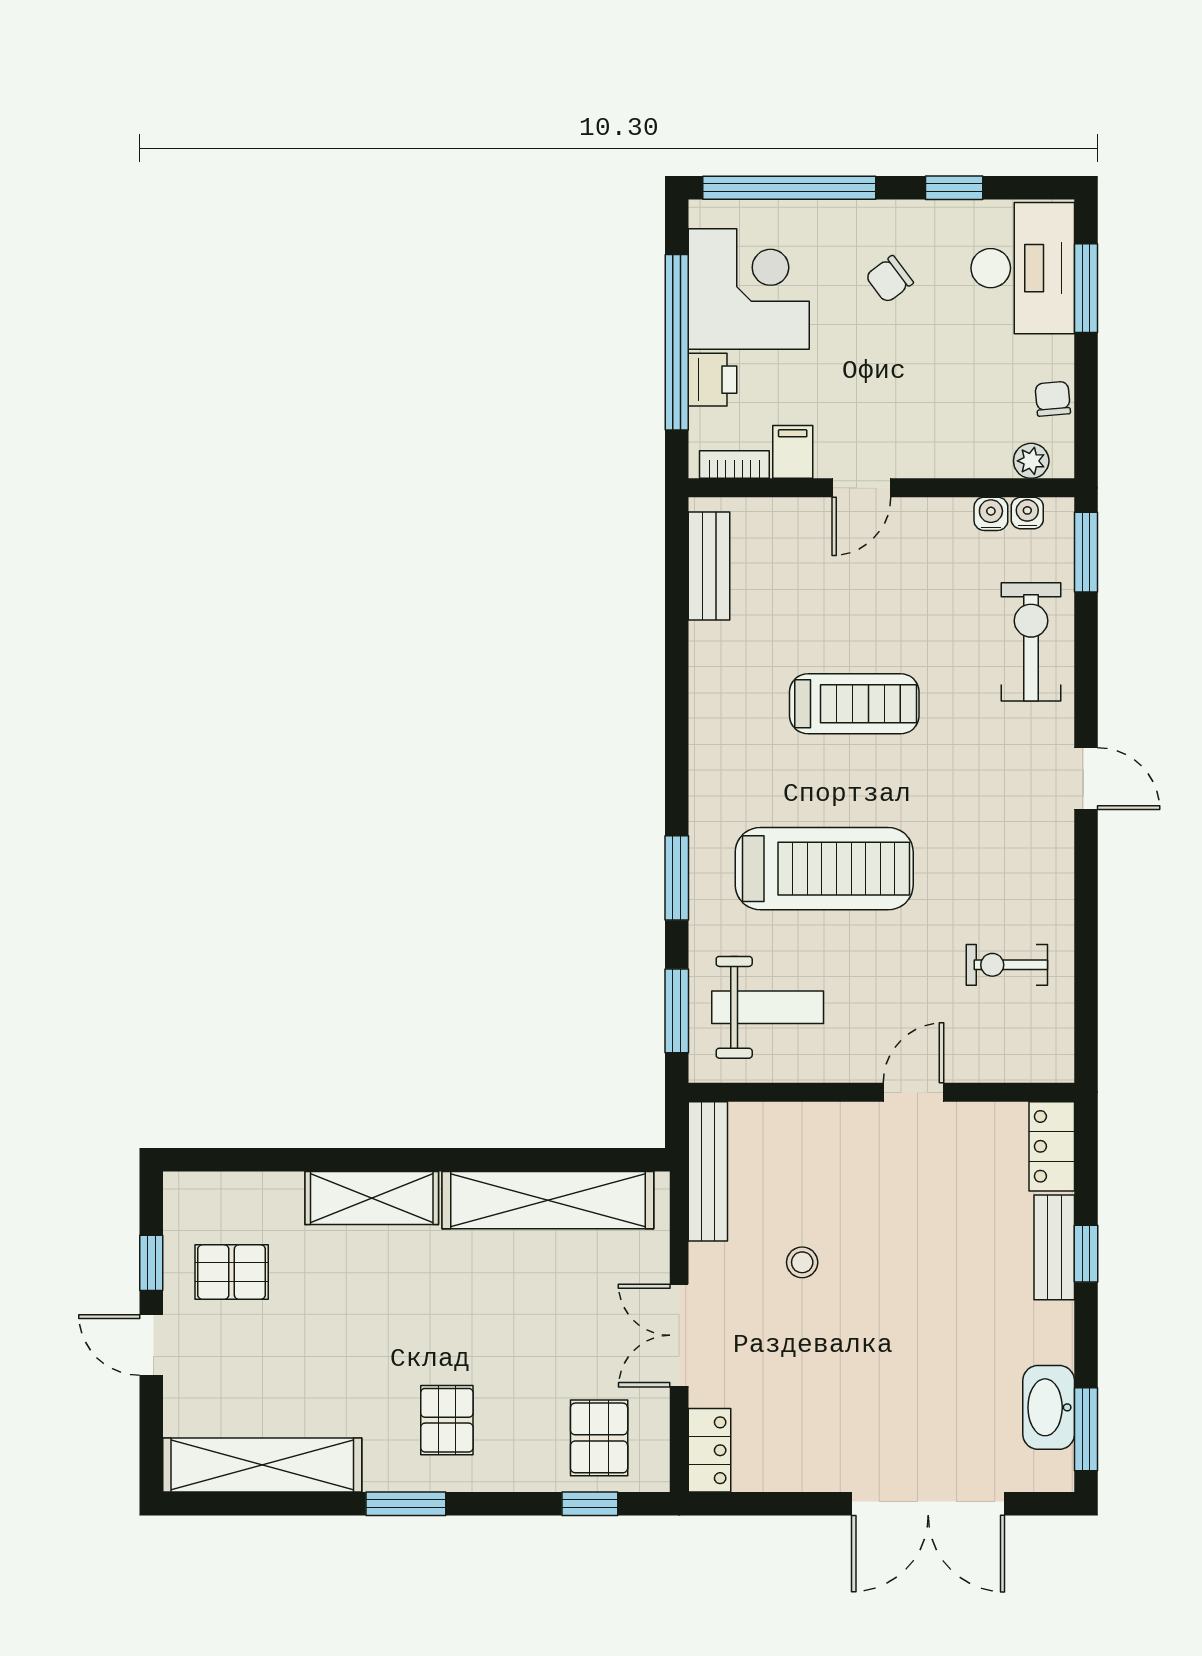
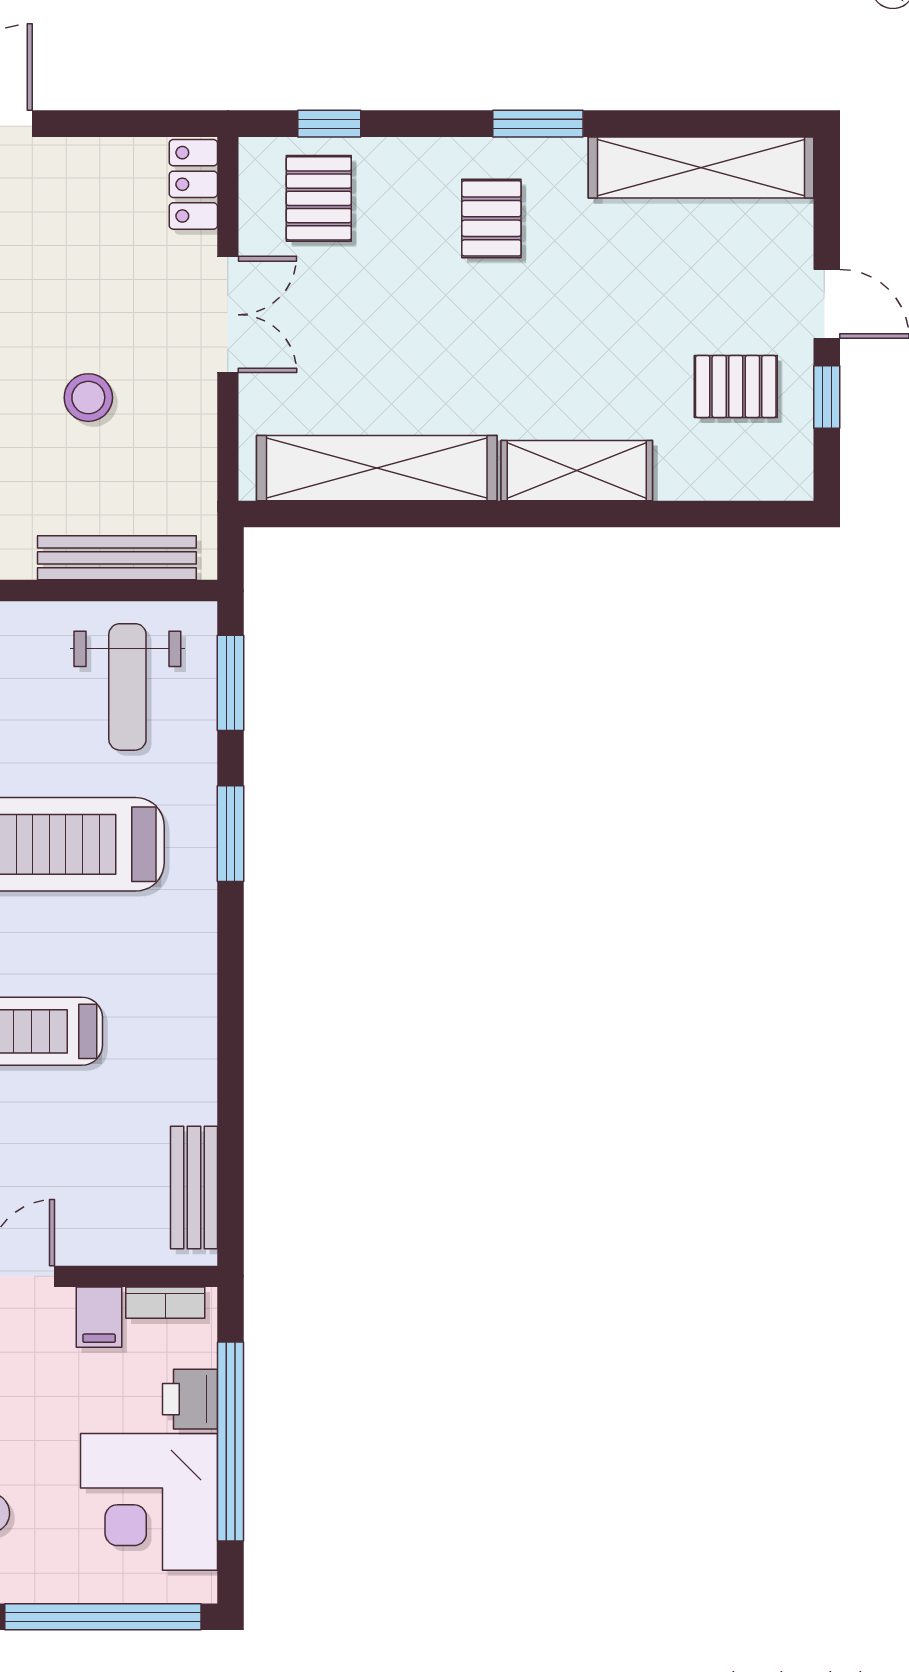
weight bench: (768, 1007) -> (127, 687), turned -90
bench: (708, 1171) -> (117, 558), moved, turned 90
stool: (802, 1262) -> (88, 398), width x1.37, depth x1.37

